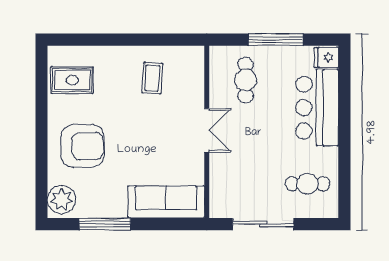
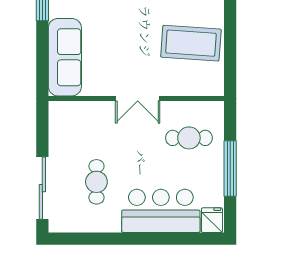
coffee table: (152, 78) -> (191, 43), width x1.86, depth x1.72
cafe table: (307, 184) -> (96, 182), moved
sliding door: (263, 224) -> (42, 188), moved

